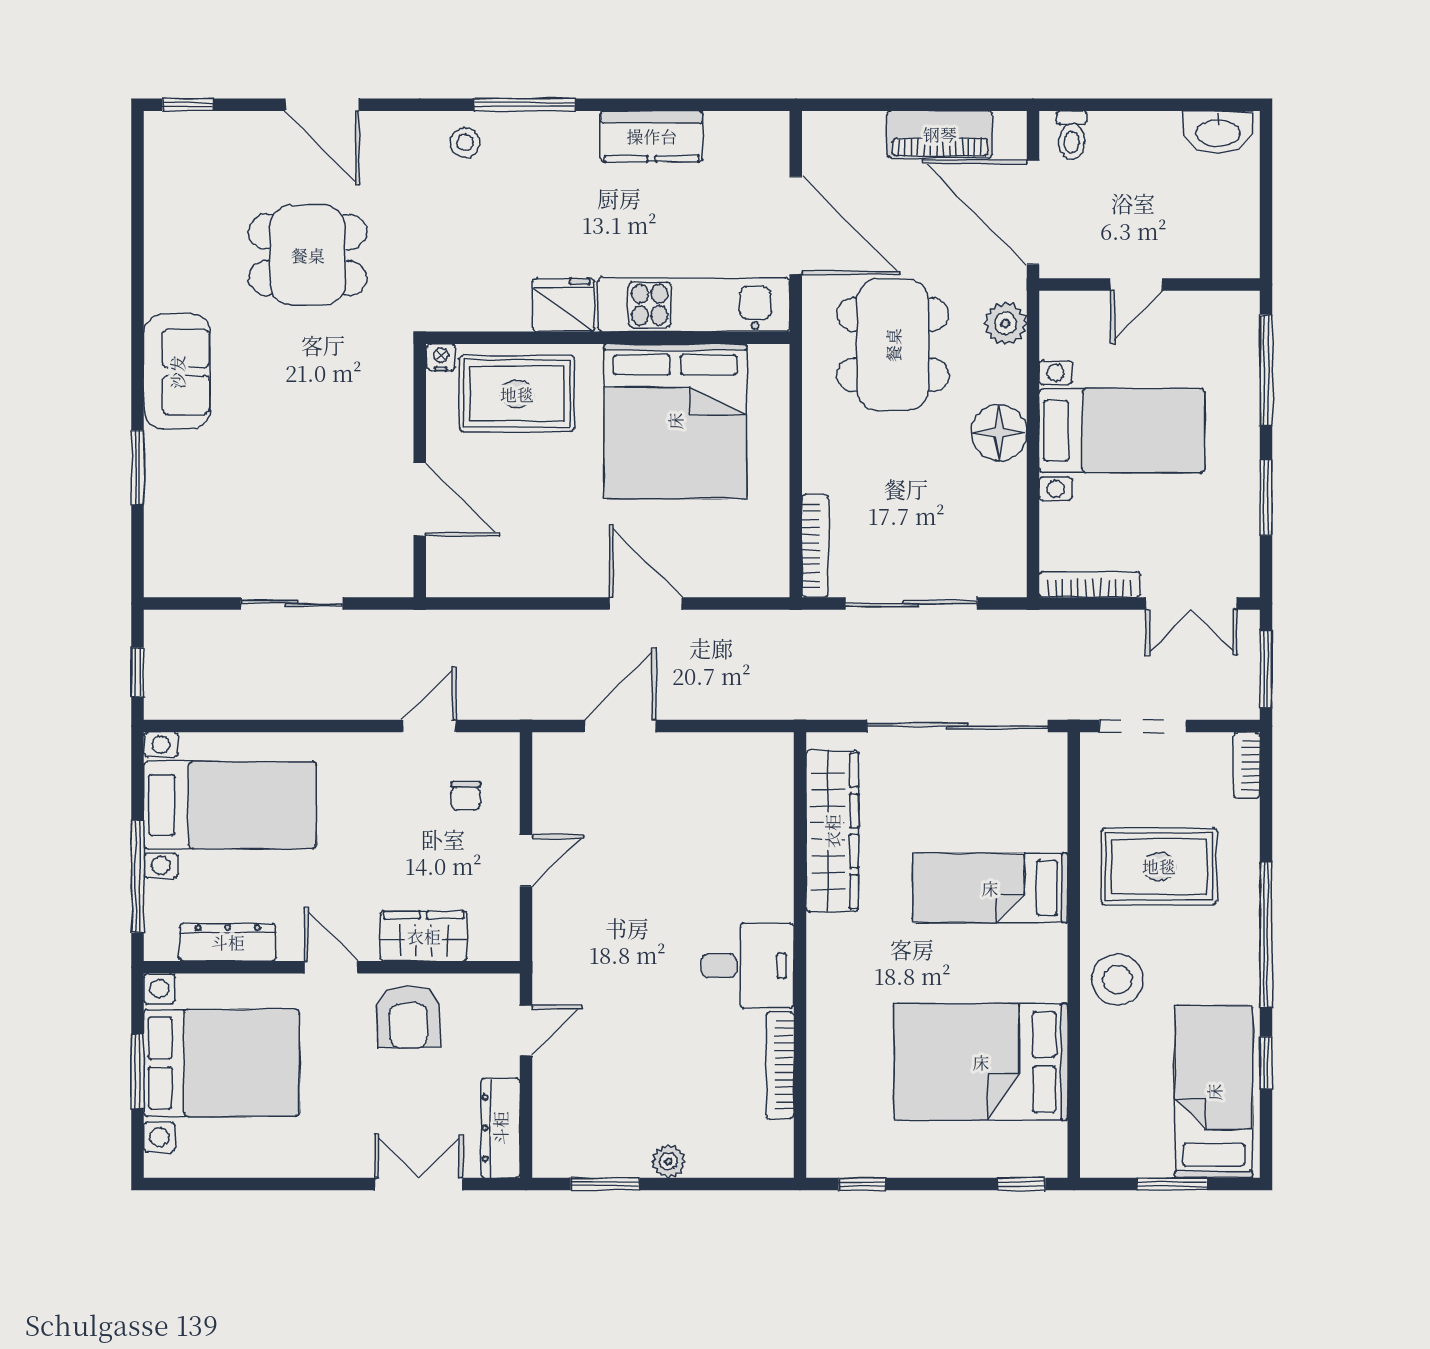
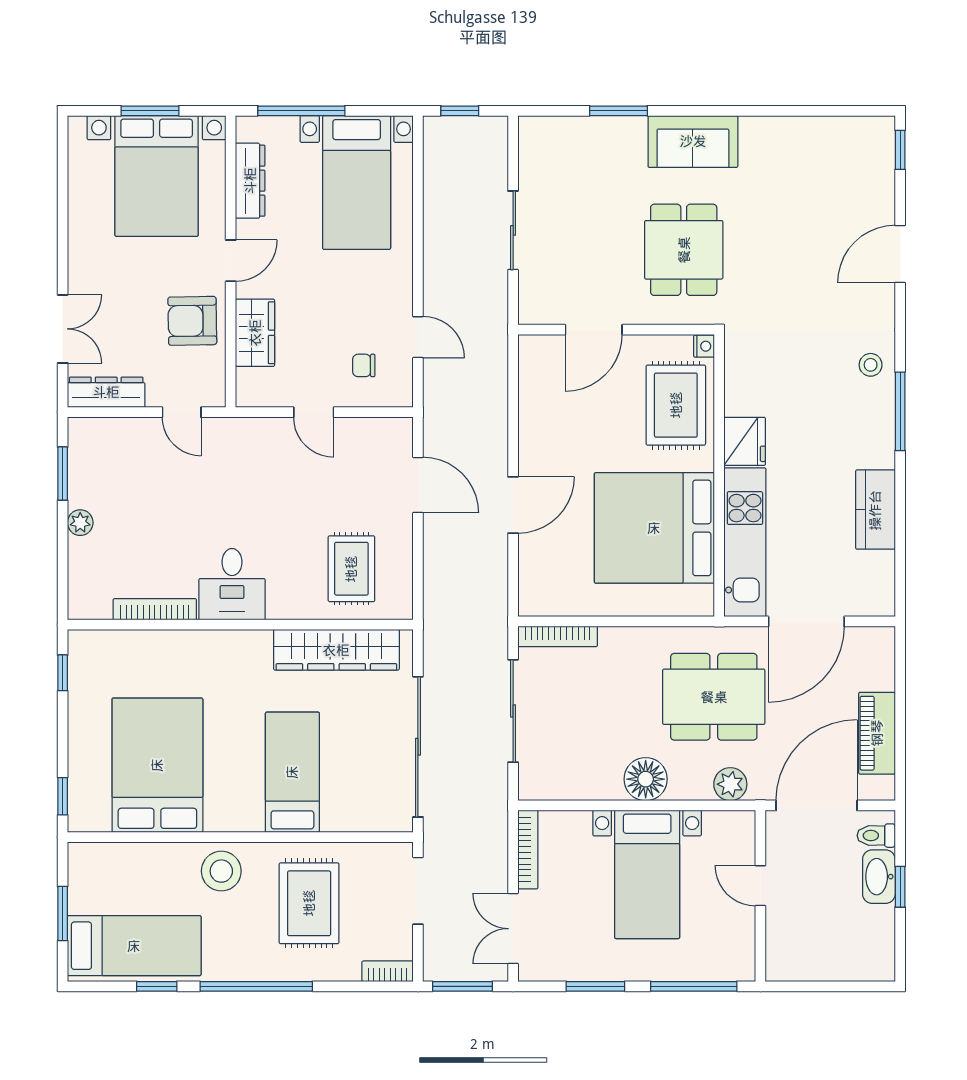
window: (1138, 105) -> (900, 887), added
washbasin: (1218, 132) -> (879, 877), moved
dining table: (308, 255) -> (684, 250), moved
rug: (728, 812) -> (351, 569), added

